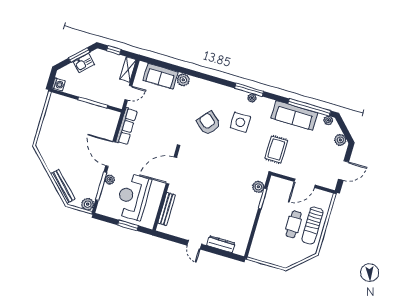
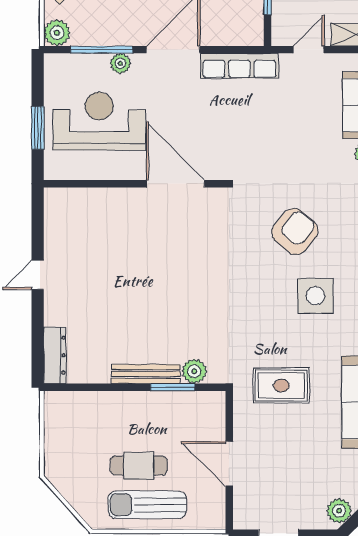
door: (128, 93) -> (309, 50), swing flipped
bench: (167, 209) -> (146, 374), moved
dresser: (221, 244) -> (55, 355), moved

